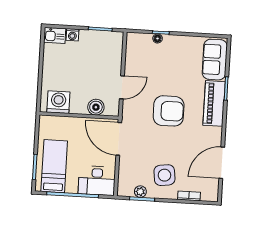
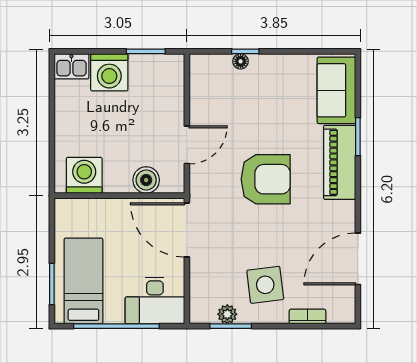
washing machine: (72, 35) -> (109, 72), width x1.89, depth x1.89

